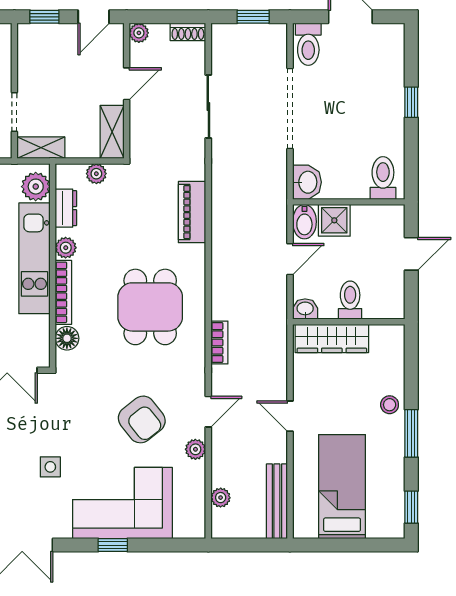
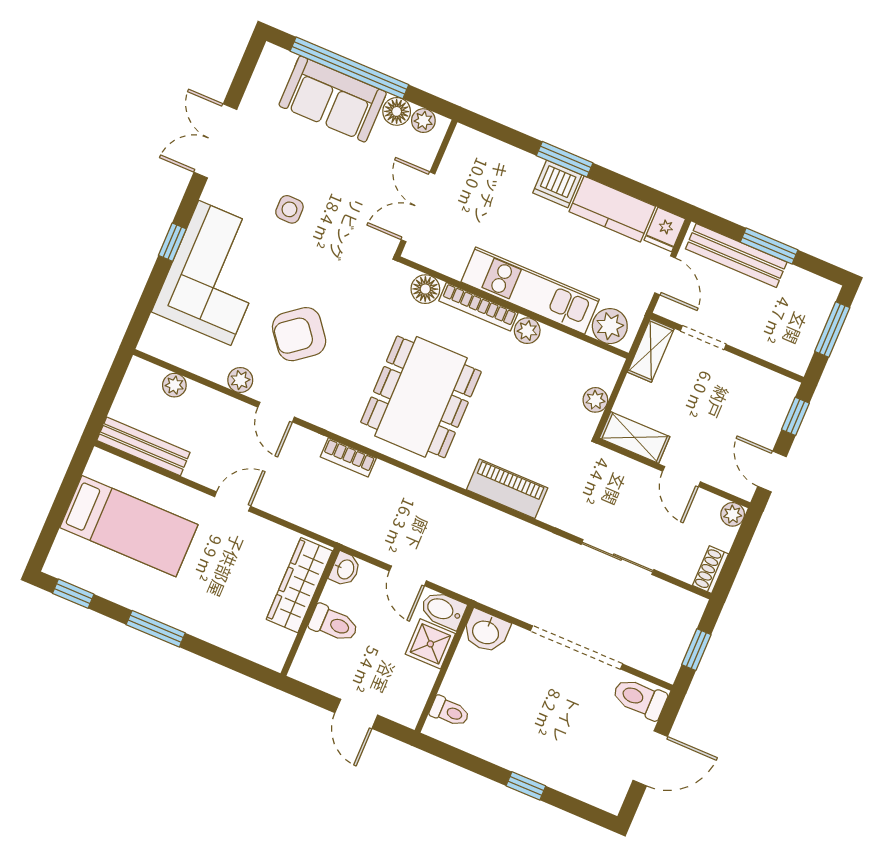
toilet: (383, 178) -> (450, 712), width x0.73, depth x0.72
dresser: (66, 208) -> (571, 350), removed
dining table: (150, 307) -> (421, 397), width x1.38
stool: (390, 405) -> (198, 618), removed

